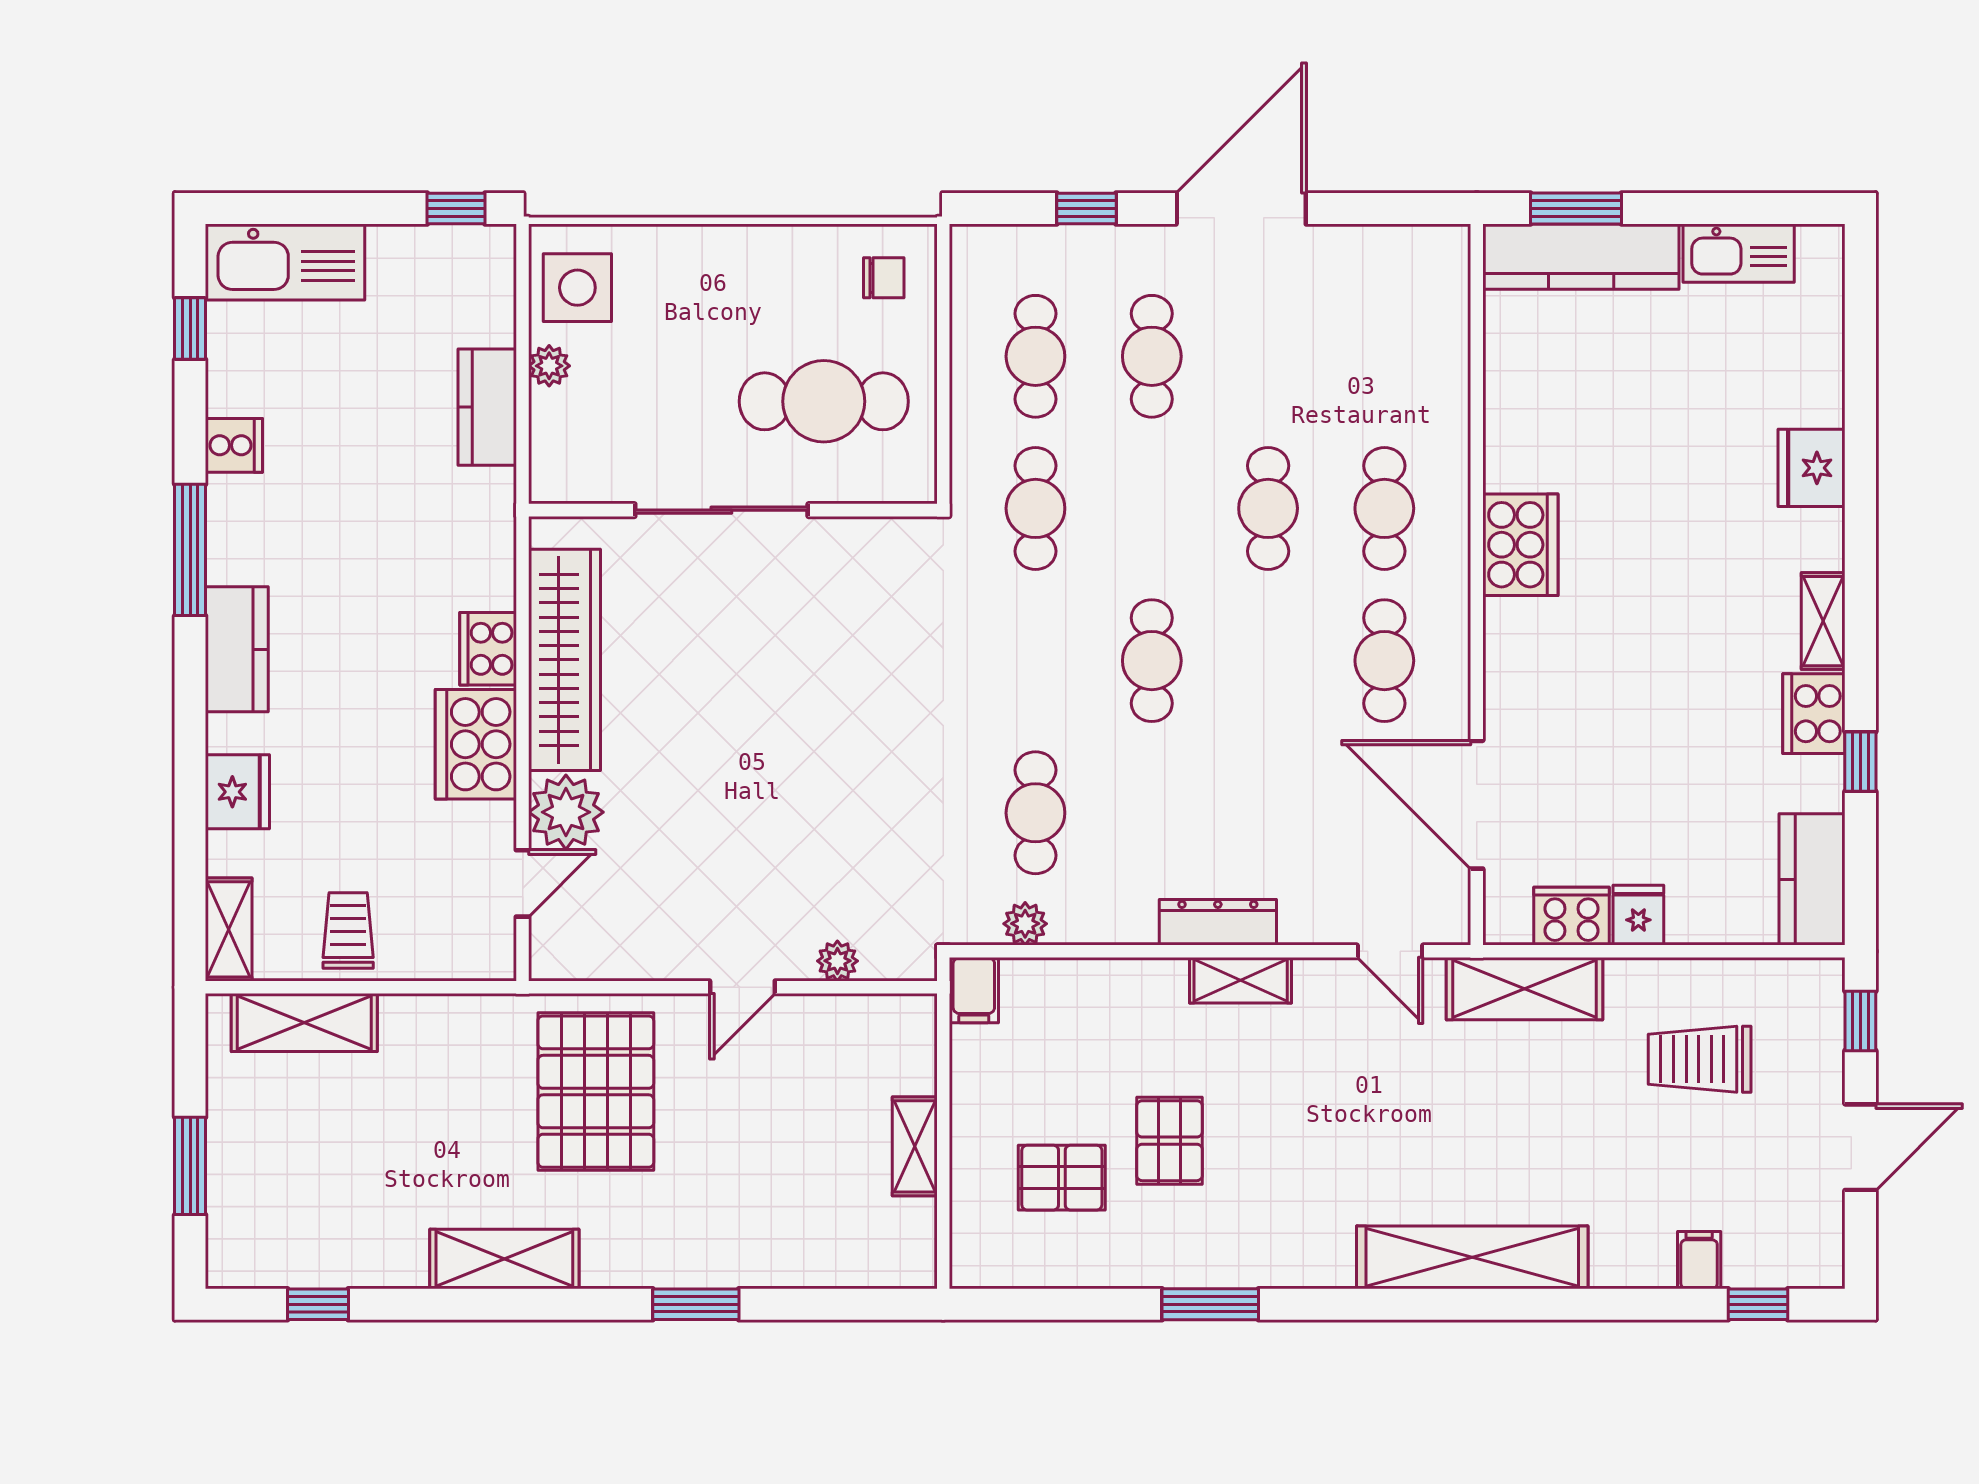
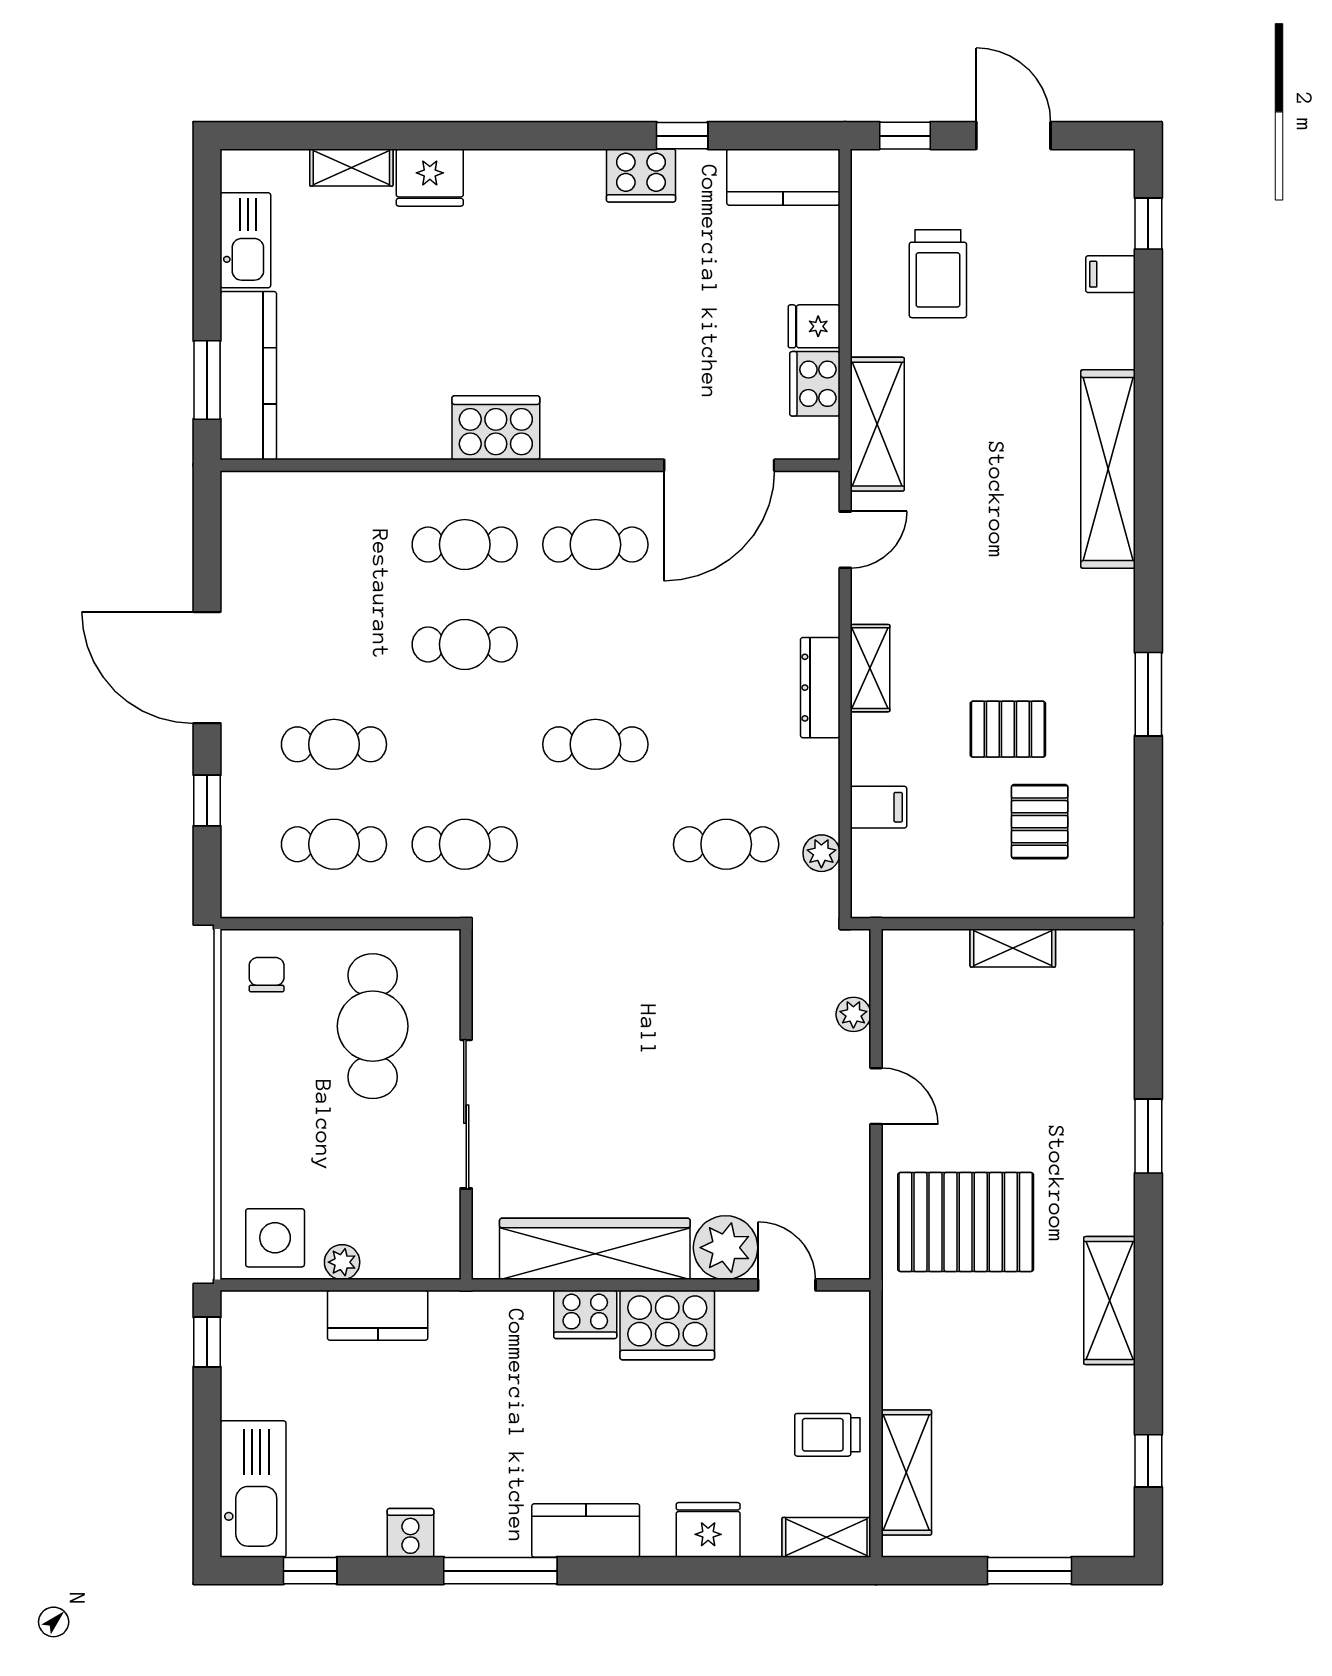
shelving: (1823, 621) -> (351, 168), moved
filing cabinet: (974, 990) -> (879, 807), moved

